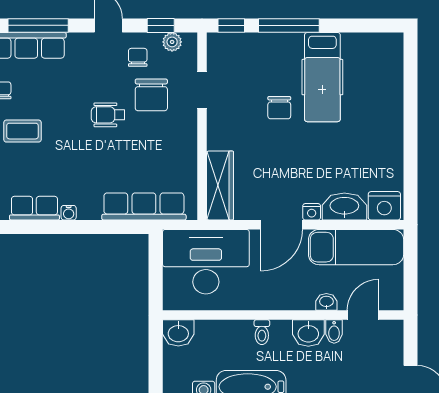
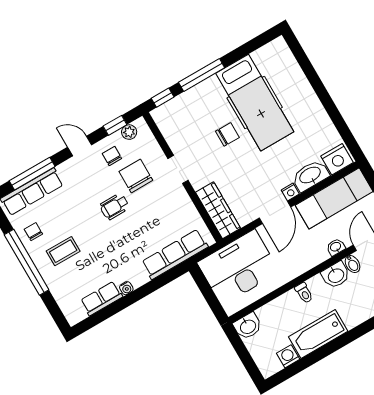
hospital bed: (322, 77) -> (255, 103), width x1.37, depth x1.29
doorway: (202, 90) -> (178, 169), moved
chair: (151, 95) -> (136, 176), turned 180
chair: (279, 108) -> (227, 134), turned -90

